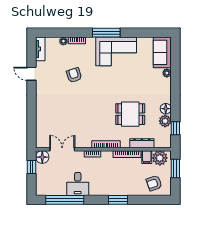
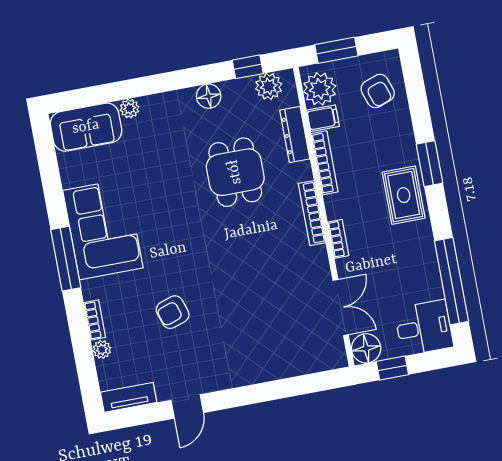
plant: (165, 121) -> (269, 86), moved
double door: (62, 149) -> (341, 308), swing flipped
desk: (78, 184) -> (424, 328), moved
rug: (106, 186) -> (404, 195), added

